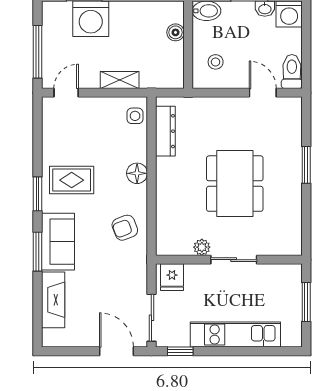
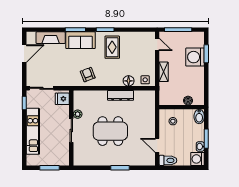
door: (263, 93) -> (157, 145), swing flipped
dresser: (165, 131) -> (121, 95), moved
floor lamp: (137, 173) -> (129, 81), moved
door: (116, 351) -> (24, 54), moved

